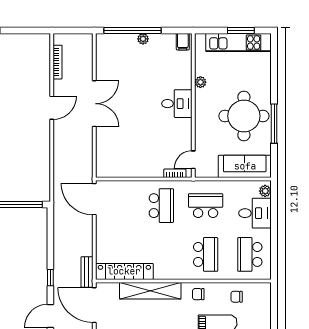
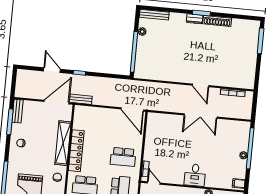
door: (94, 199) -> (132, 109), swing flipped
locker: (124, 271) -> (76, 151), moved

